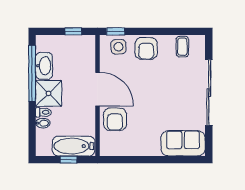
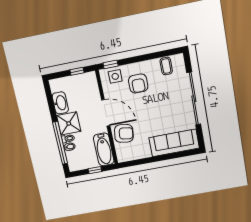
armchair: (146, 48) -> (138, 83), moved
window: (32, 73) -> (60, 143), moved
armchair: (115, 119) -> (124, 133), turned -82
sofa: (183, 143) -> (174, 143), width x1.36
bathtub: (74, 146) -> (104, 149), moved, turned -90

